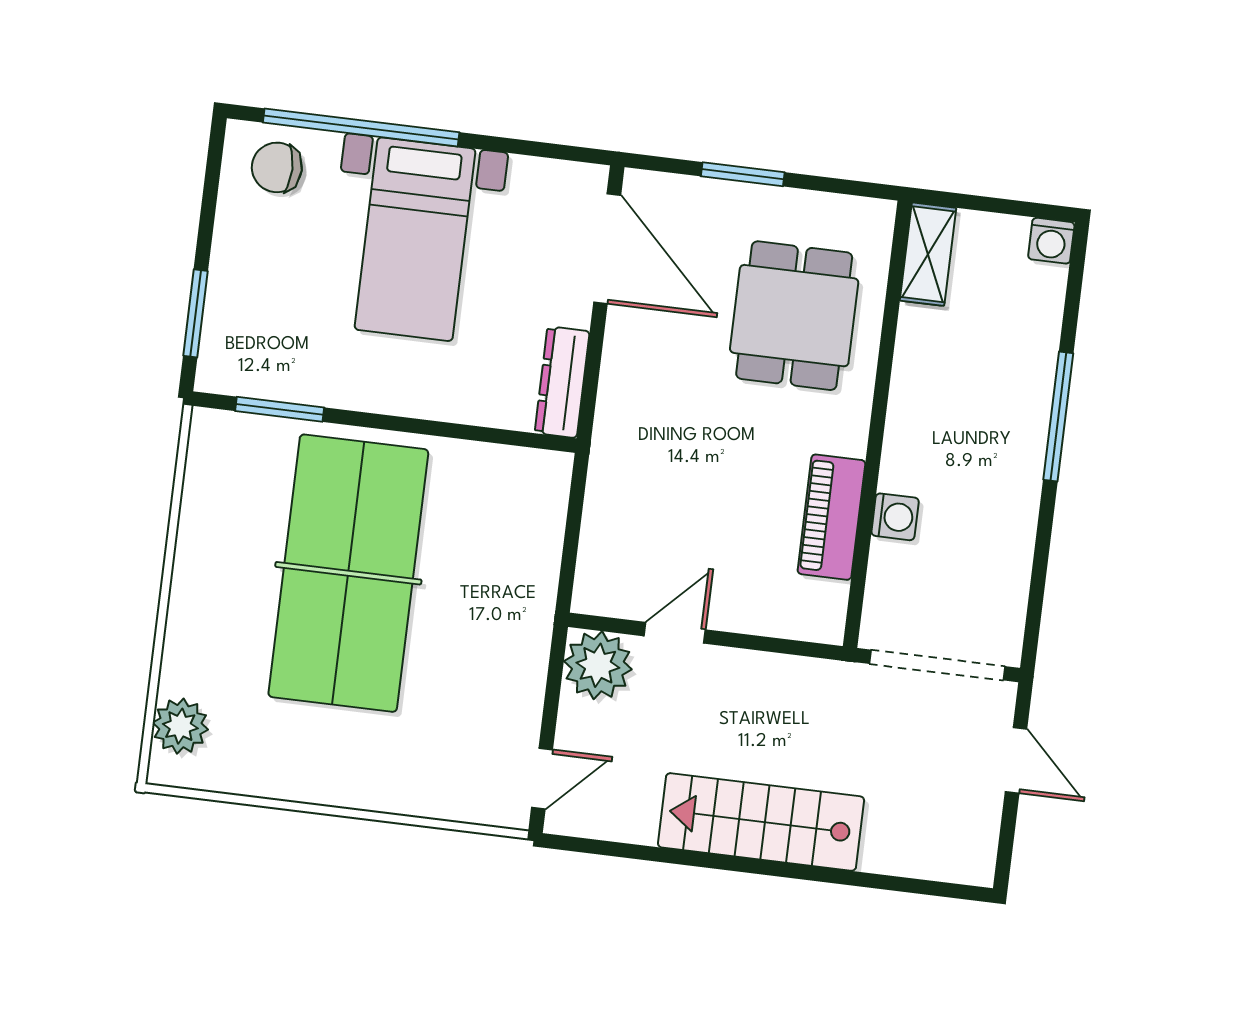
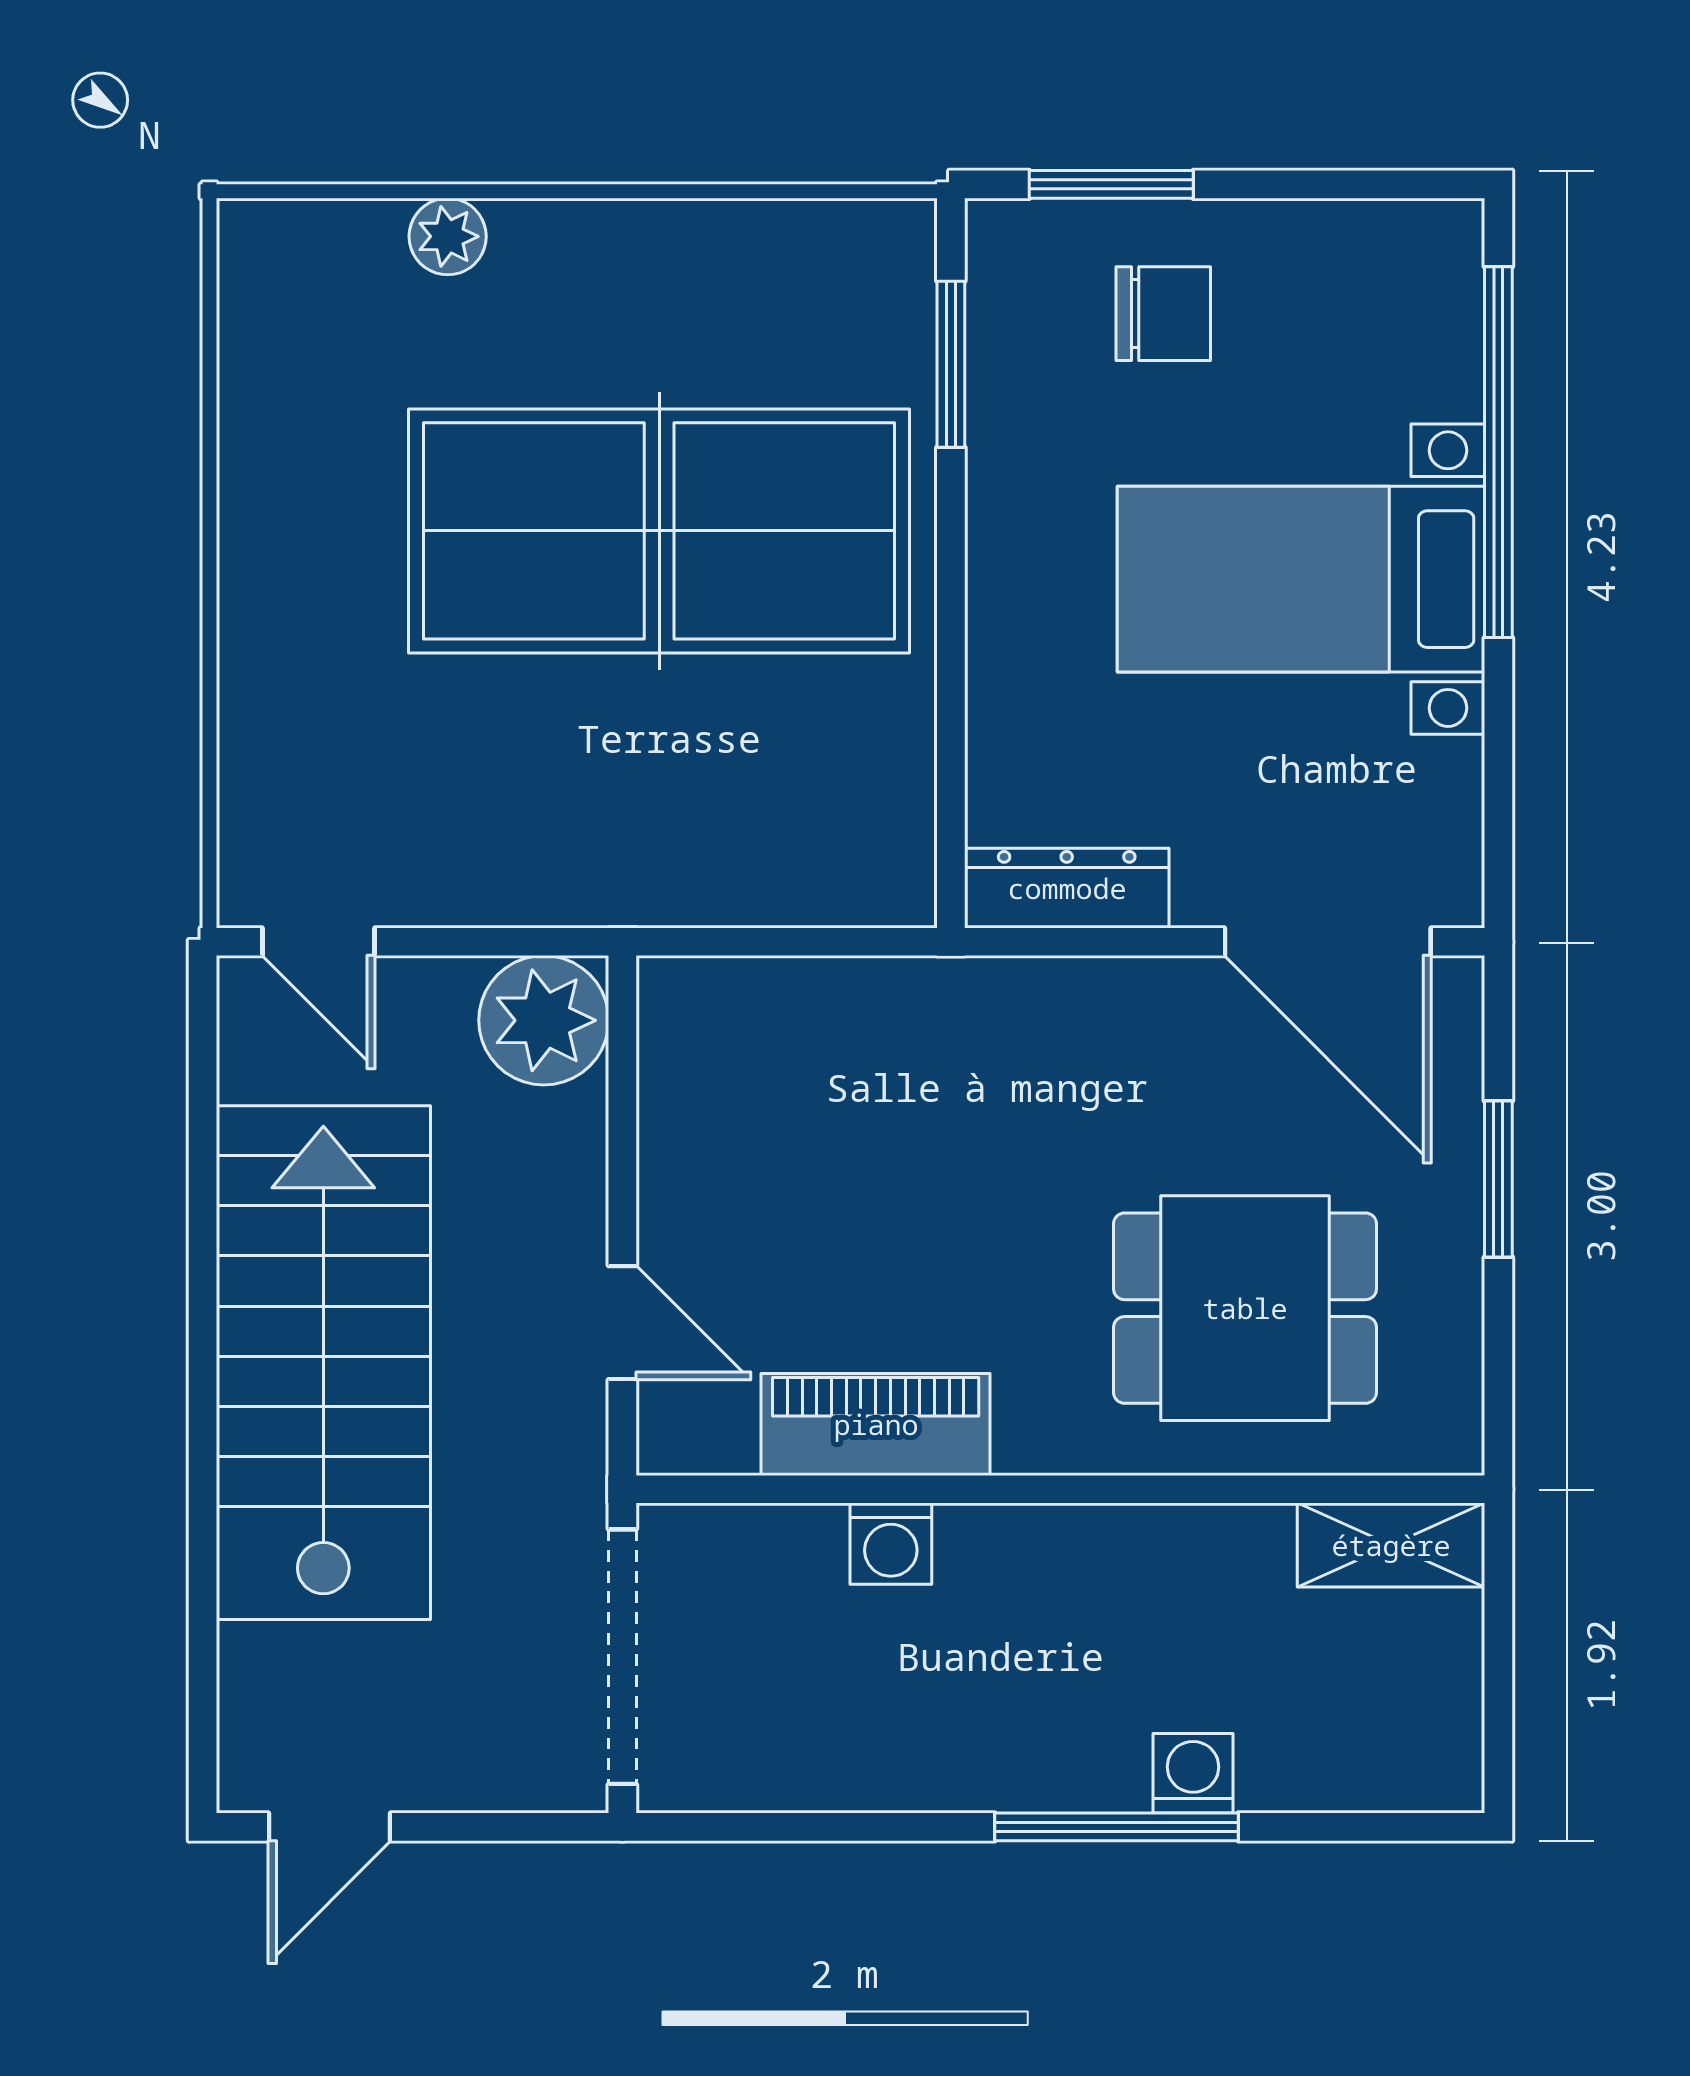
chair: (277, 167) -> (1163, 314), moved, turned 90
washing machine: (1051, 241) -> (1193, 1773), moved, turned 90
door: (607, 249) -> (1328, 942), hinge flipped
door: (675, 633) -> (622, 1323), moved
plant: (180, 726) -> (448, 236), moved, width x0.73, depth x0.73
door: (1016, 760) -> (330, 1827), moved
stairs: (761, 822) -> (323, 1363), width x1.36, depth x1.51

